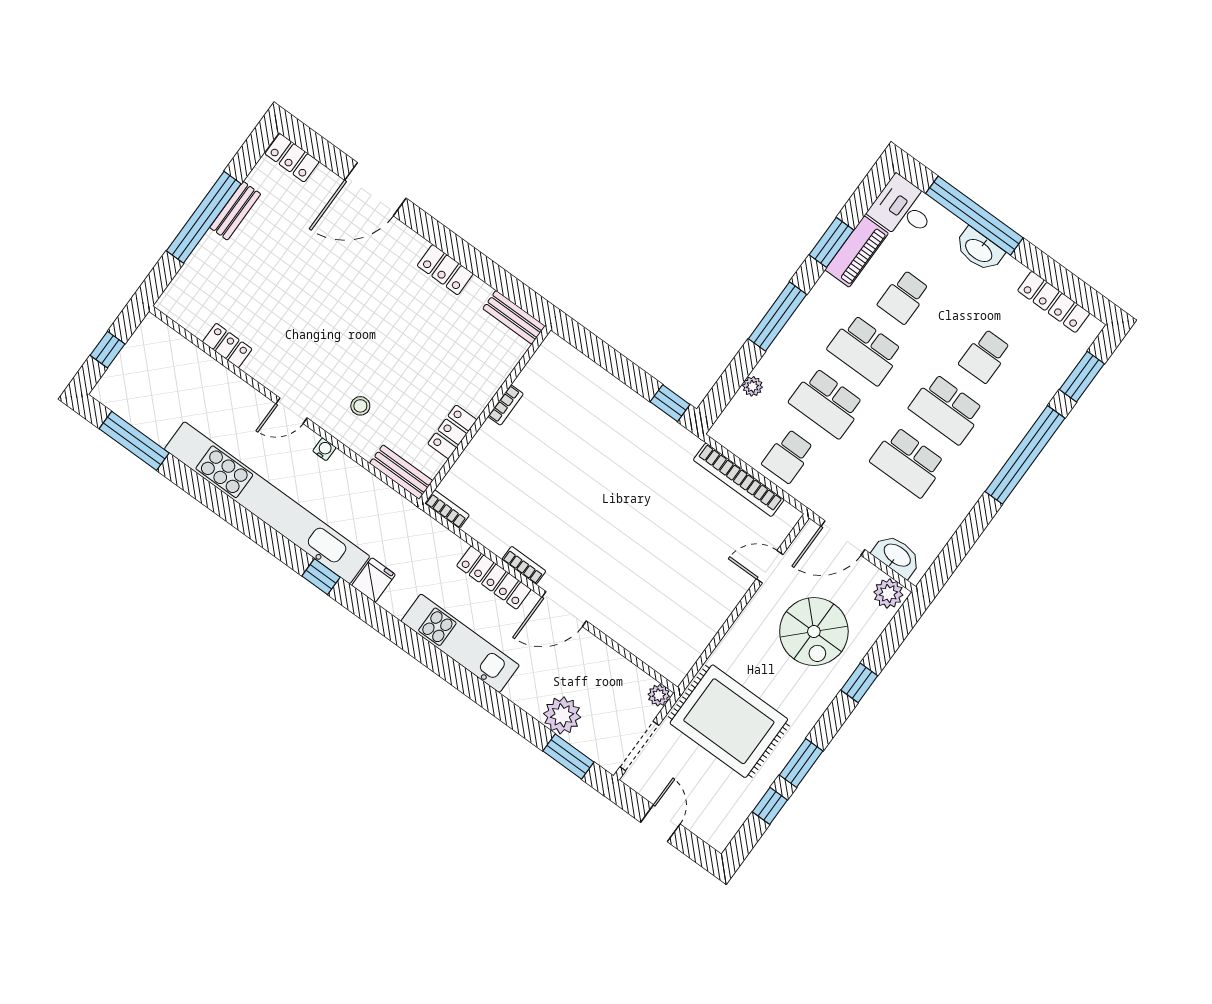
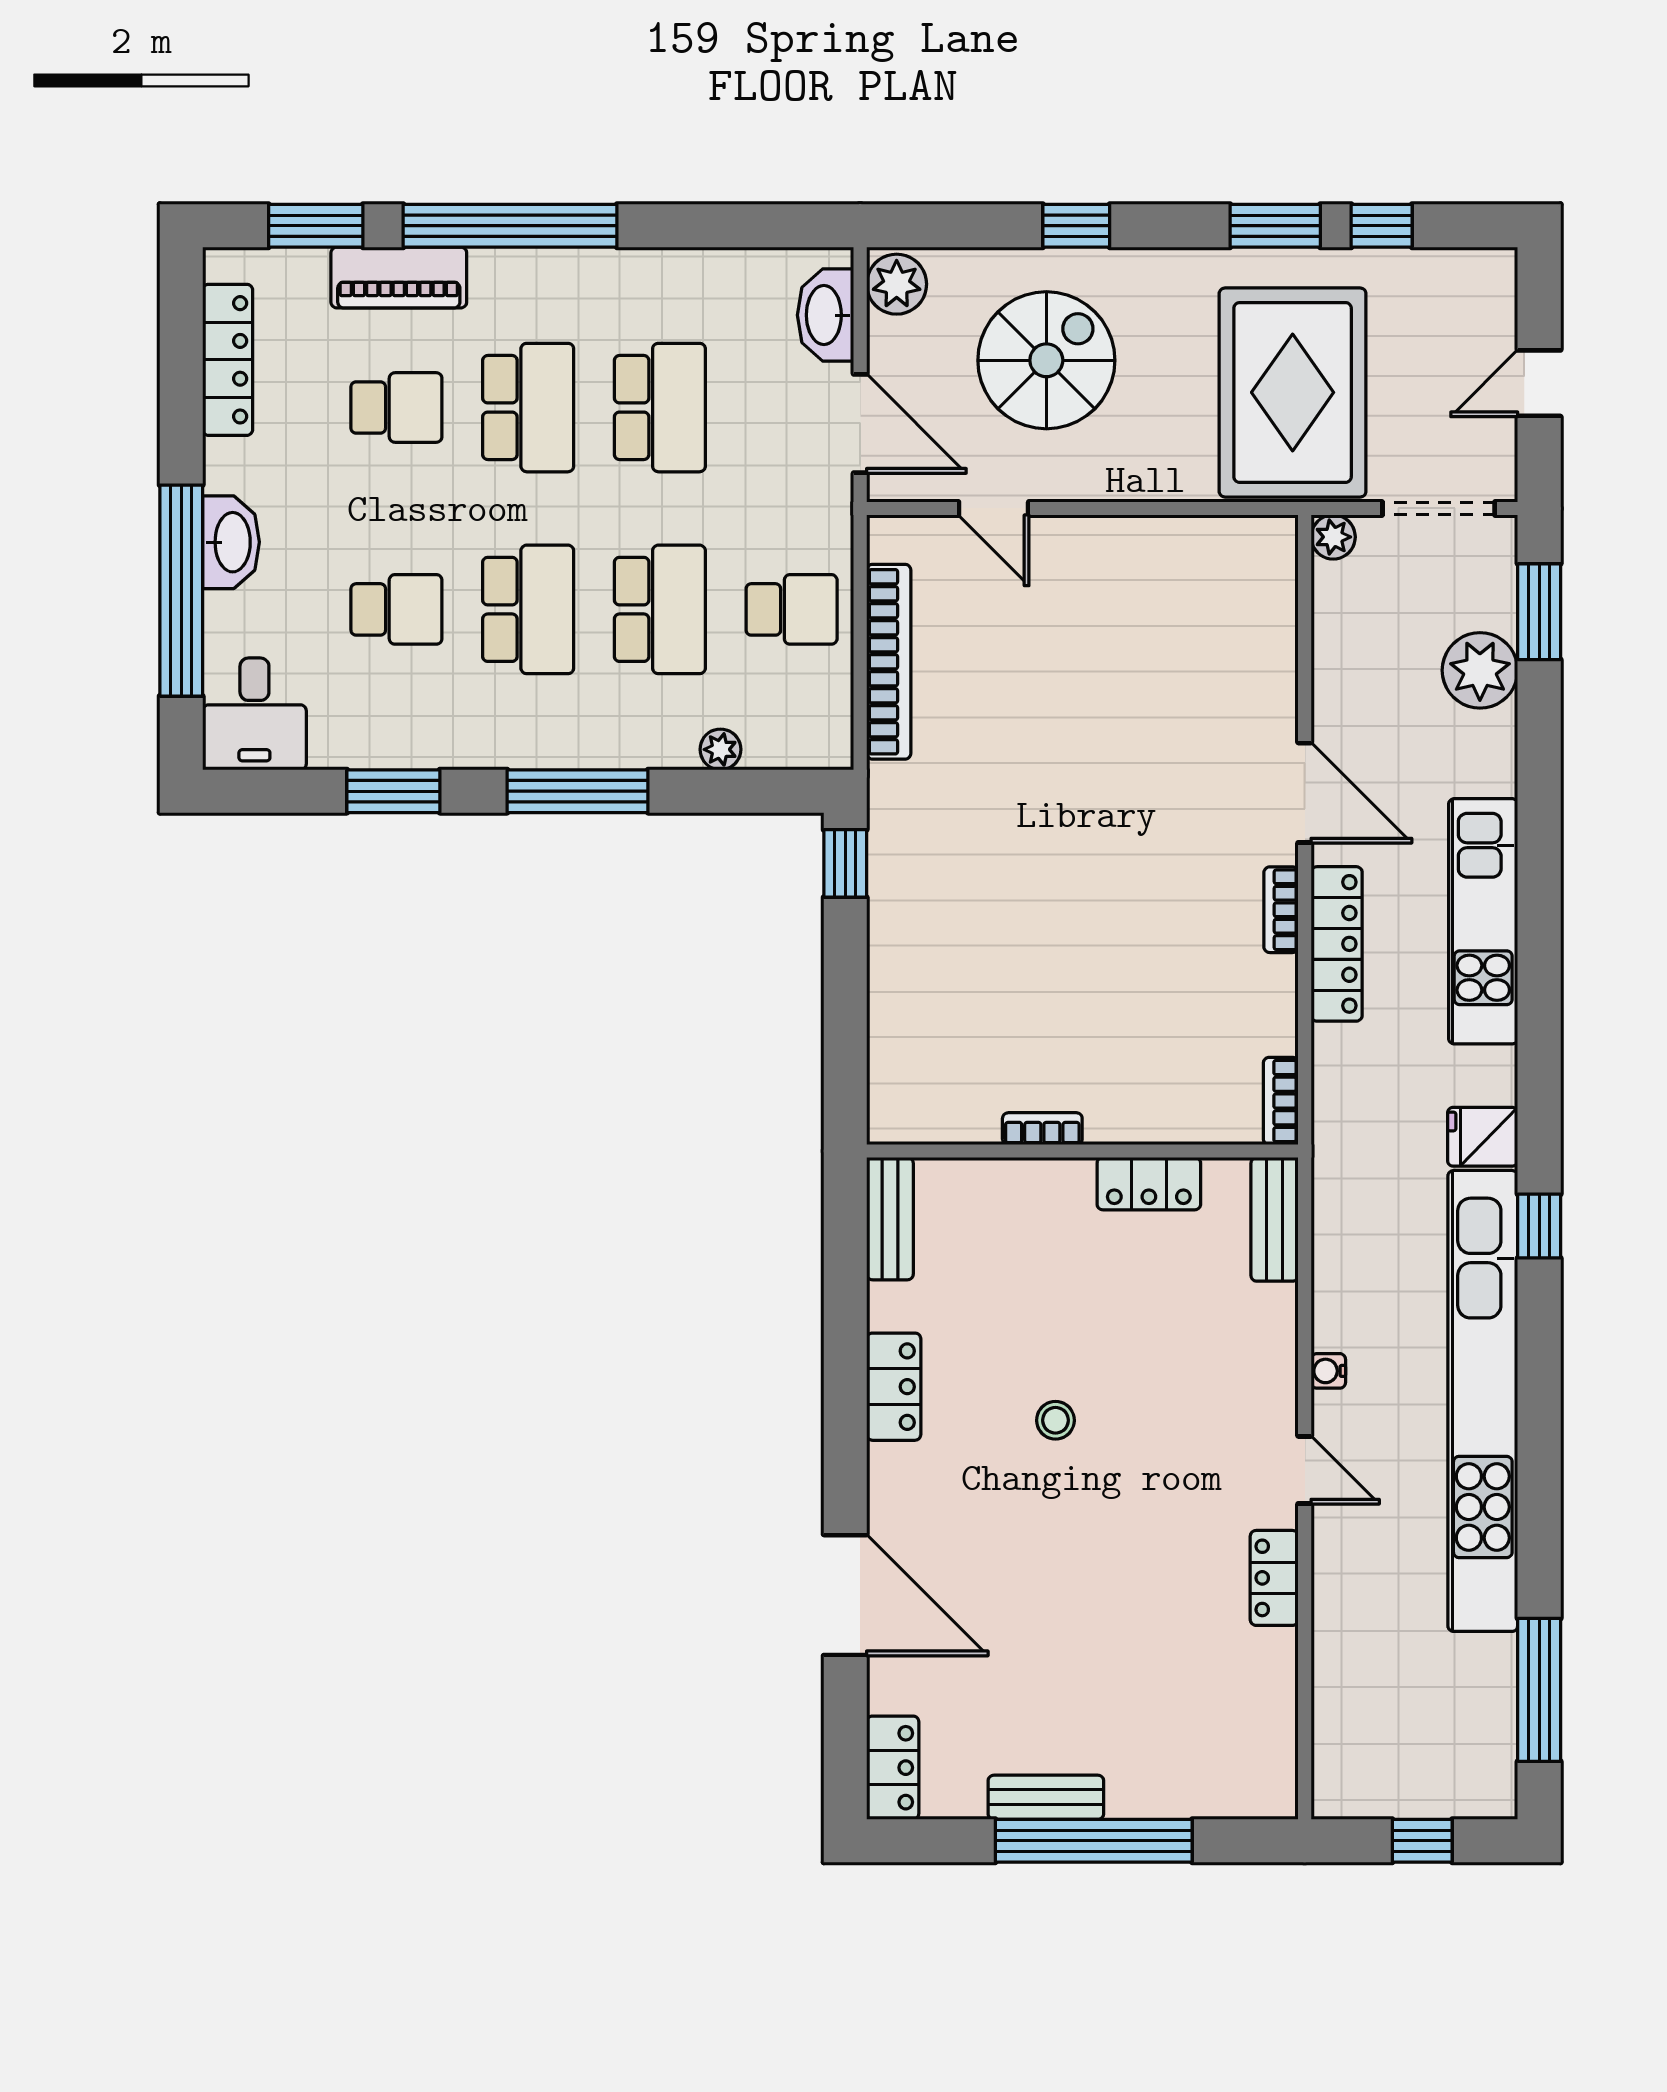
piano: (857, 252) -> (399, 277), moved, turned 180
locker: (227, 345) -> (1274, 1578), moved
stool: (360, 406) -> (1055, 1420), moved

